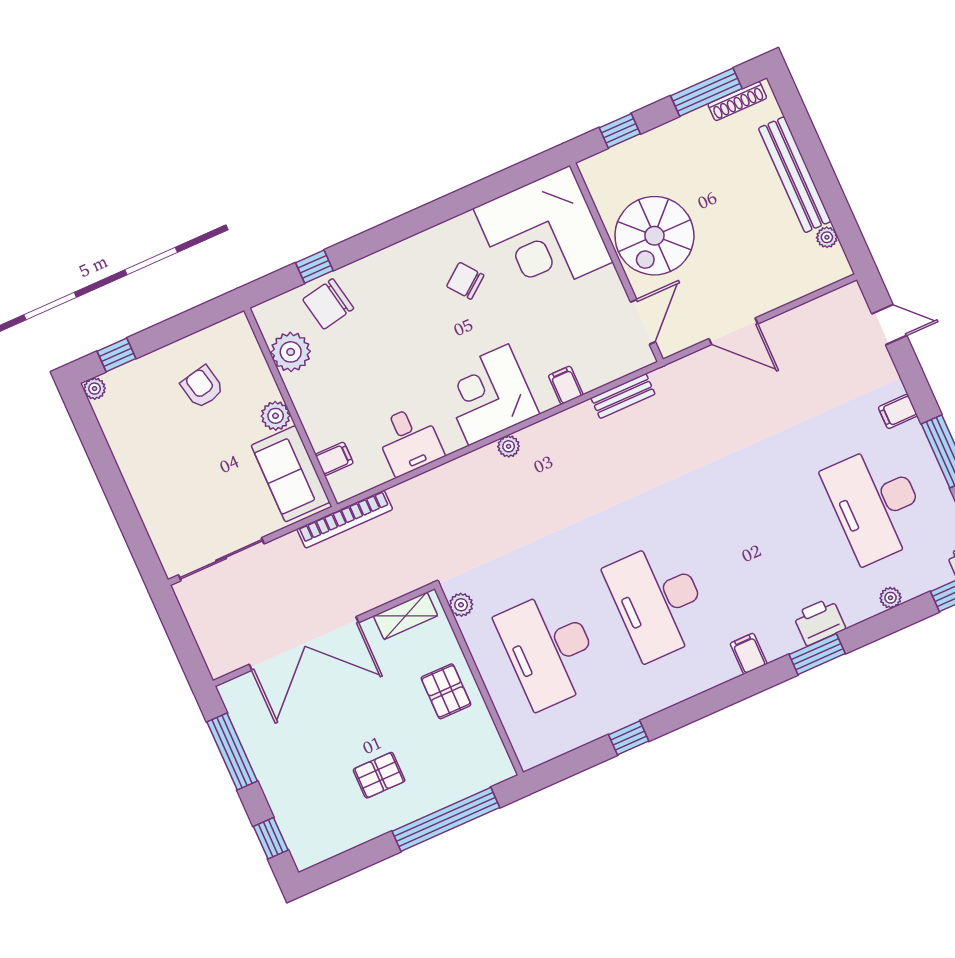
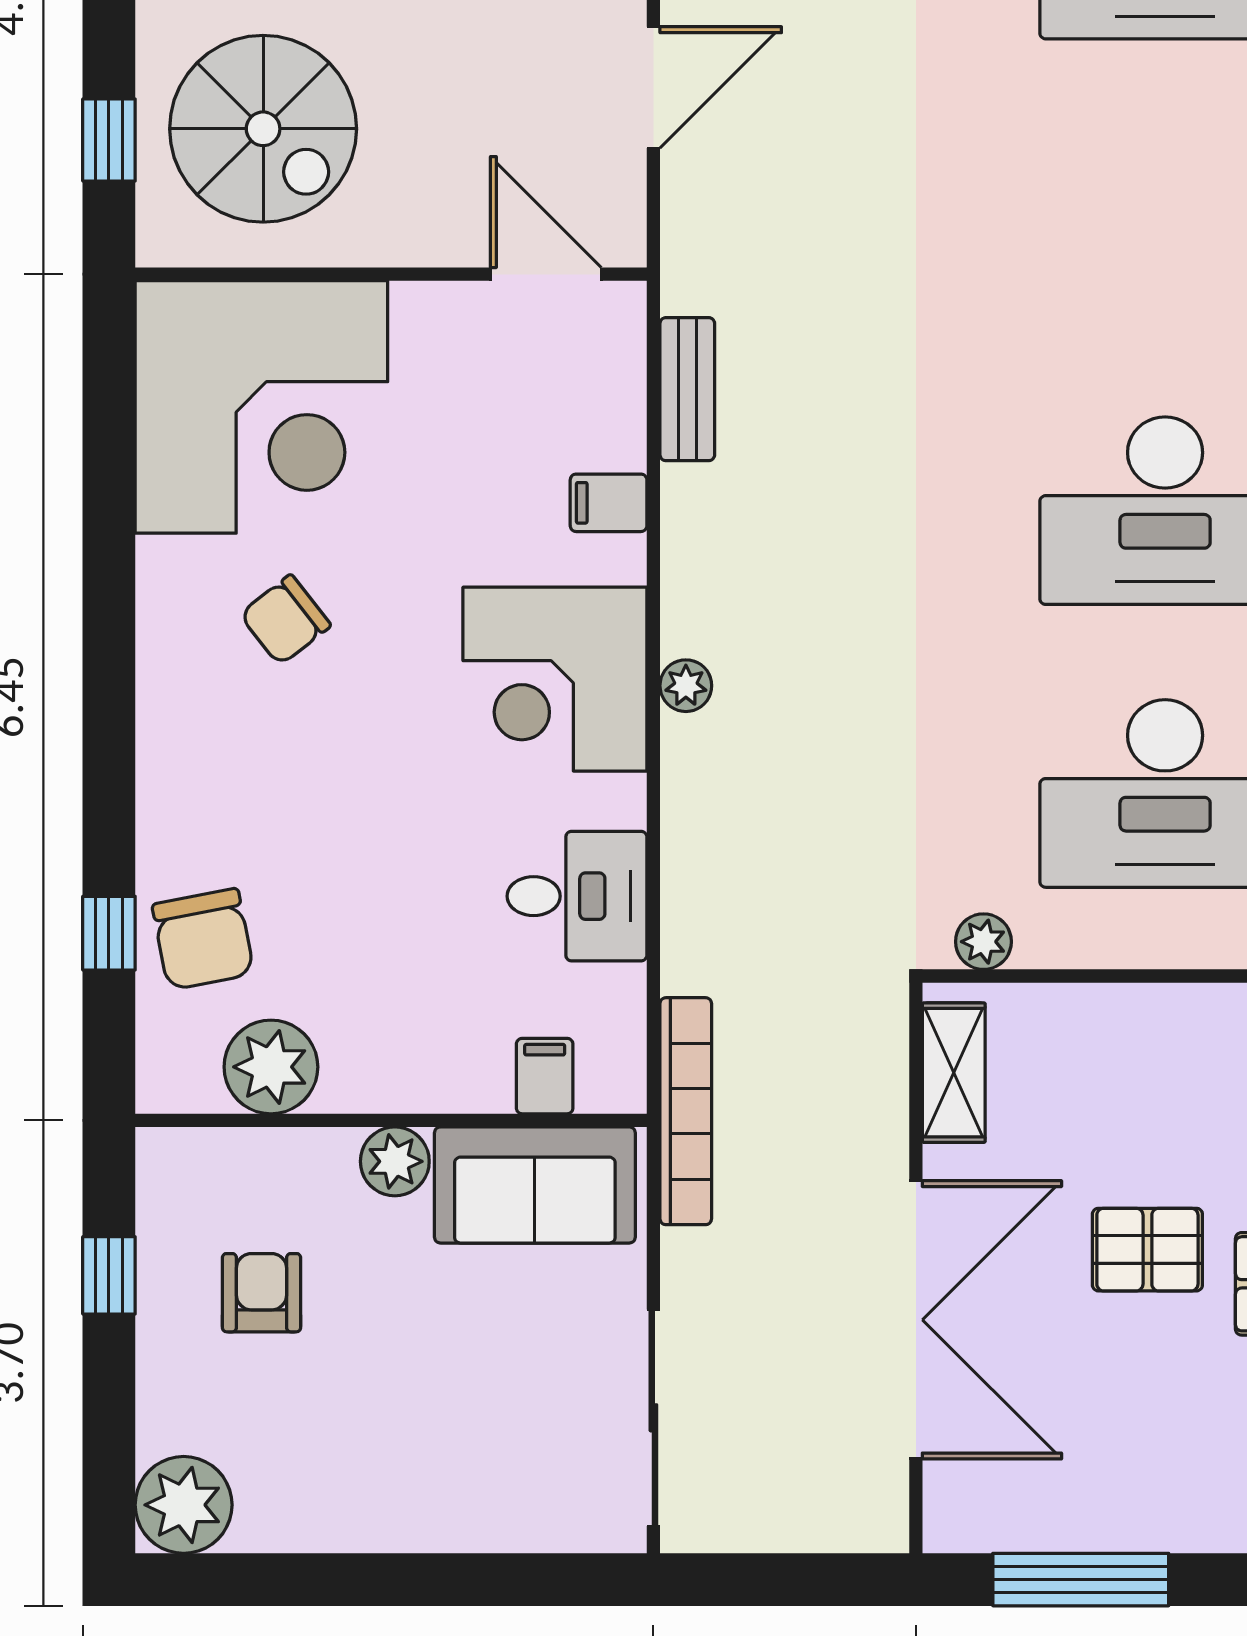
spiral stairs: (654, 236) -> (263, 129), moved
window: (116, 355) -> (109, 1275), moved
armchair: (202, 387) -> (261, 1293), turned 102
plant: (95, 389) -> (184, 1505), width x1.87, depth x1.87
pallet: (446, 691) -> (1147, 1250), moved

